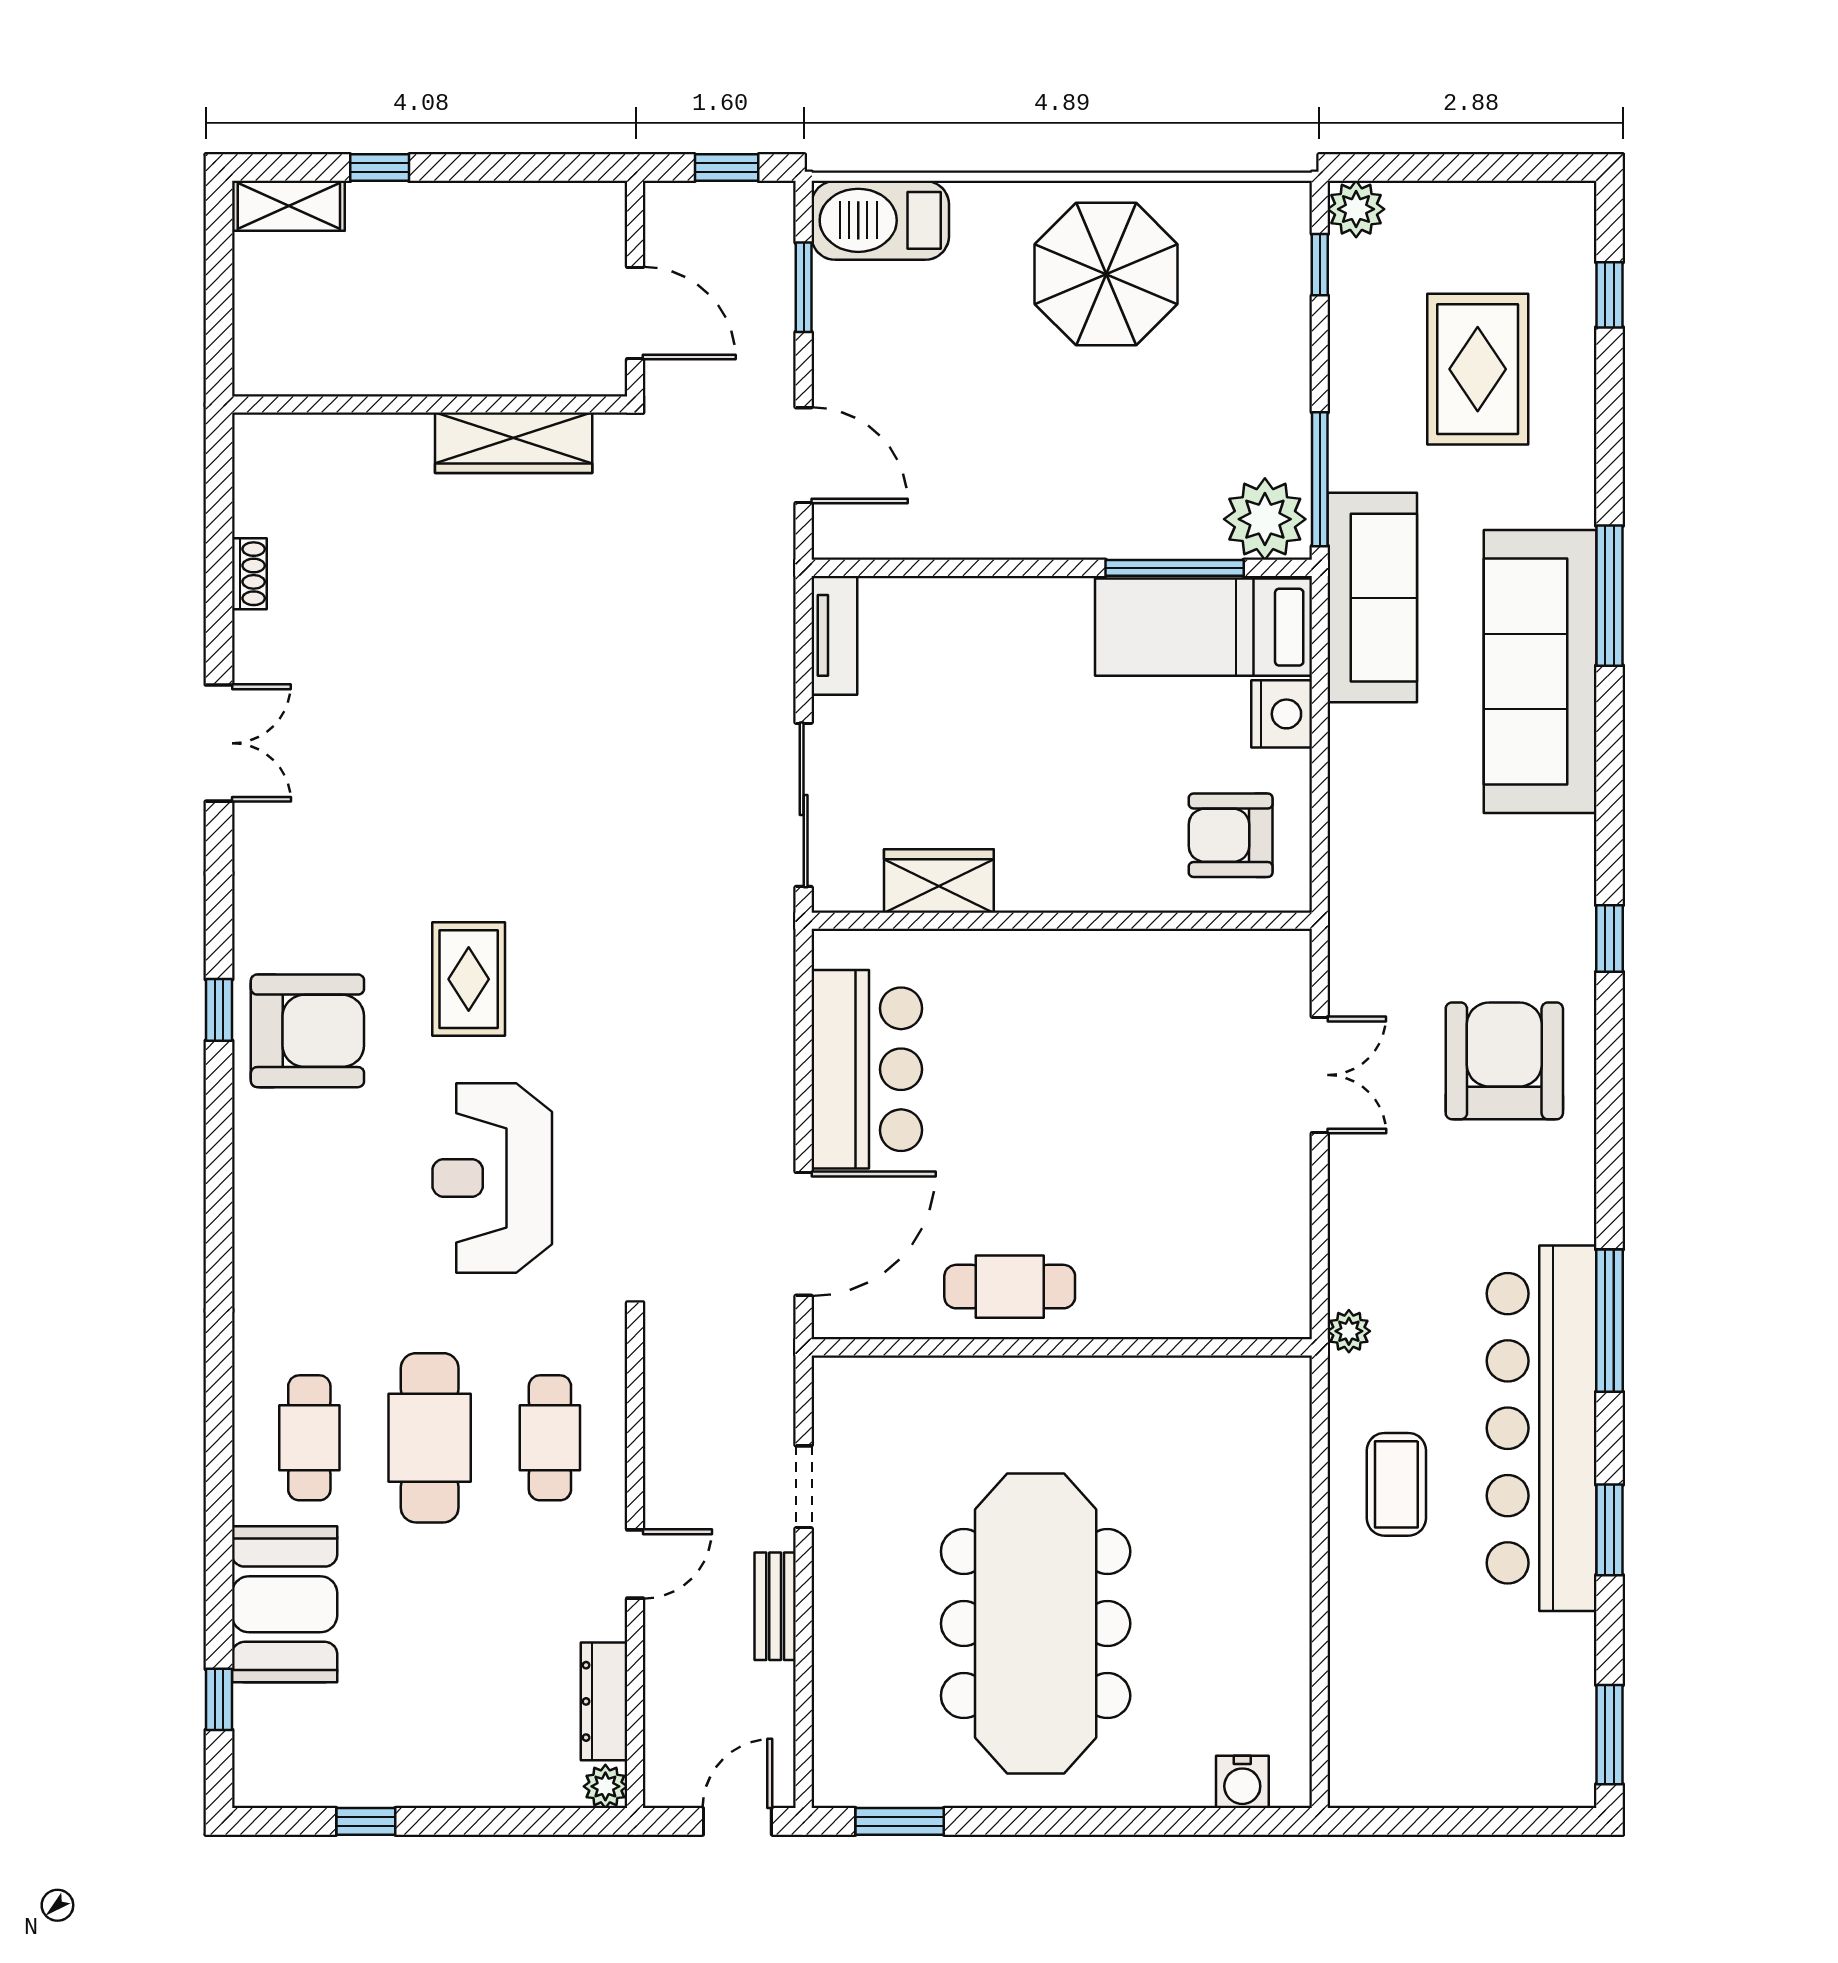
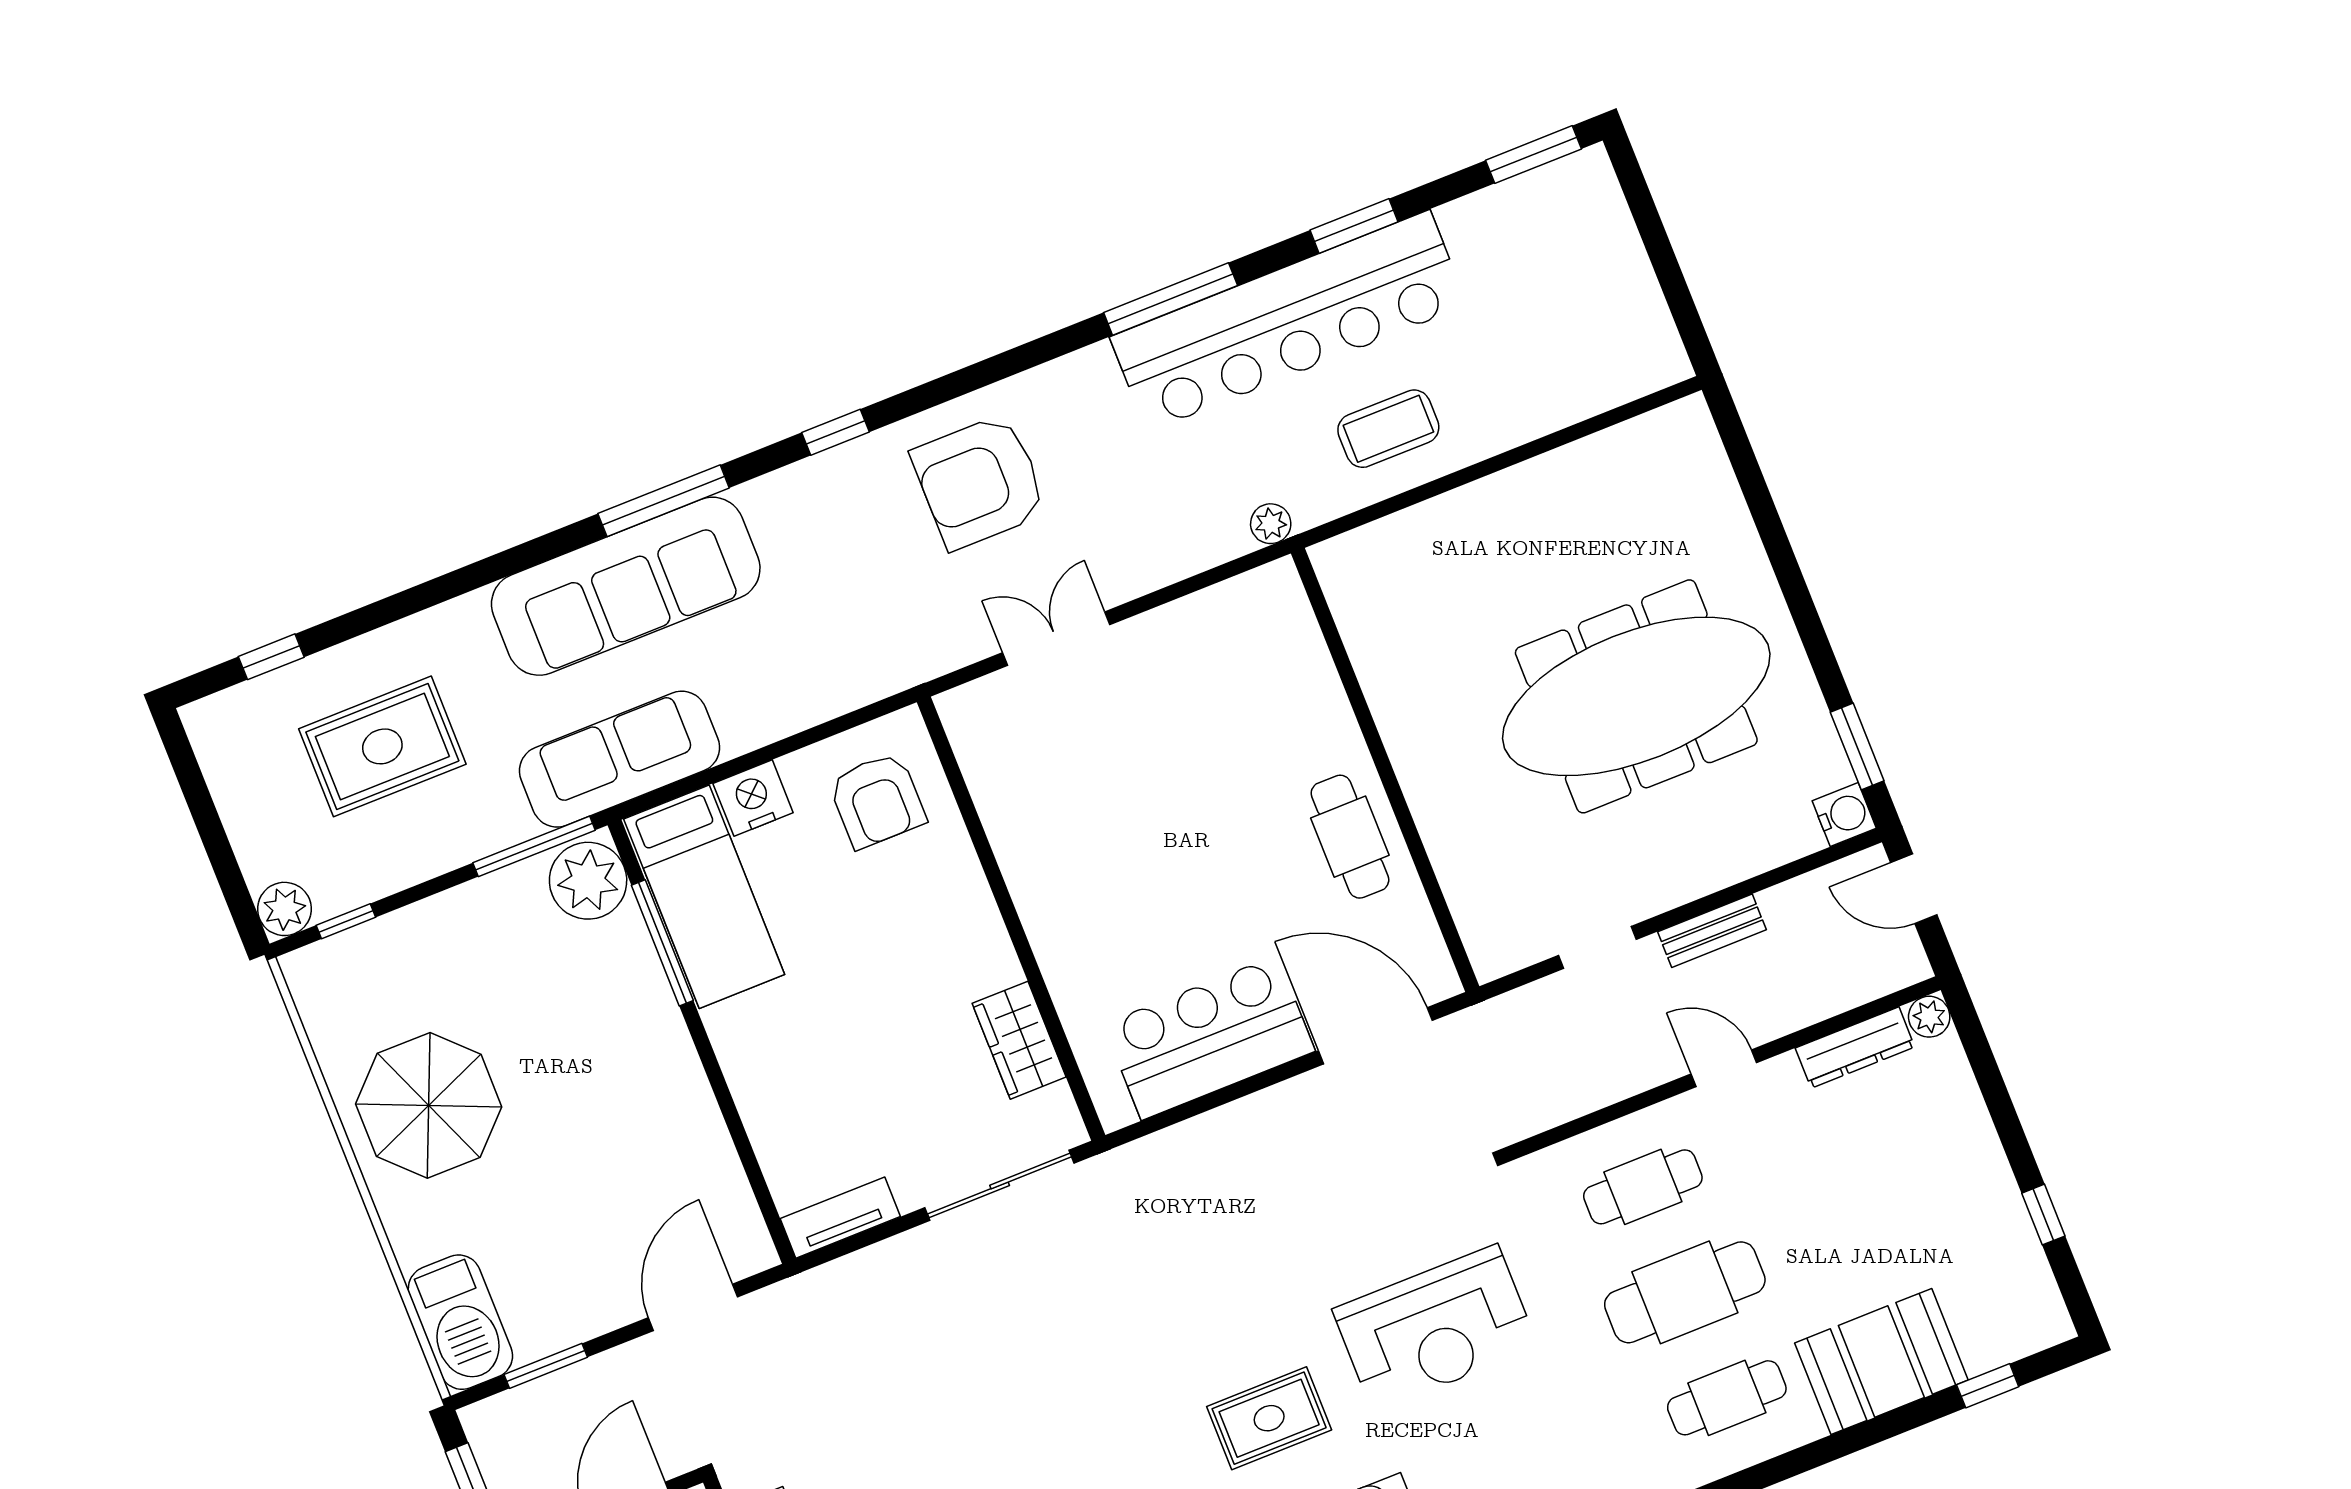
window: (1609, 596) -> (664, 501), moved
water cooler: (1242, 1782) -> (1844, 815), moved

